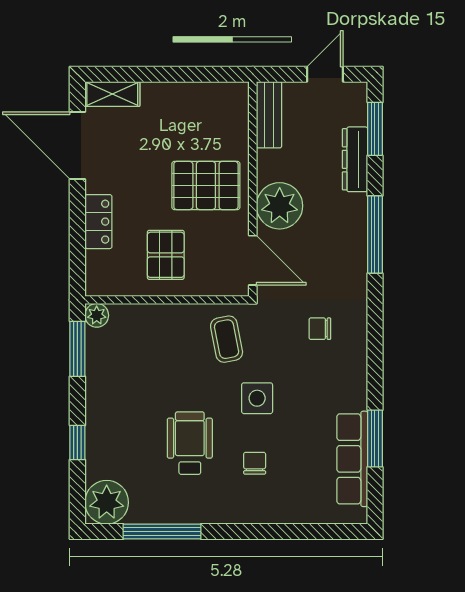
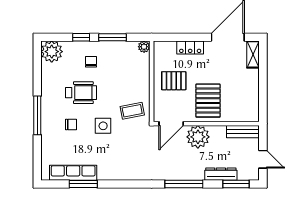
chair: (320, 329) -> (91, 62), moved
window: (77, 349) -> (113, 37), moved
window: (162, 532) -> (37, 115), moved

